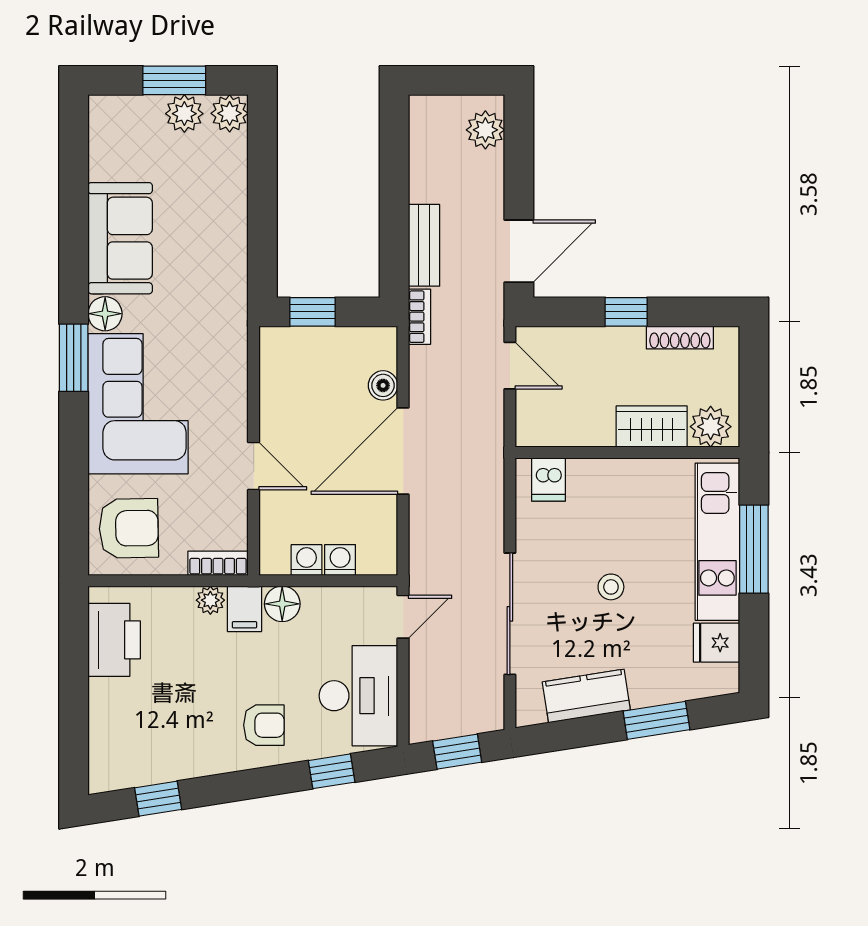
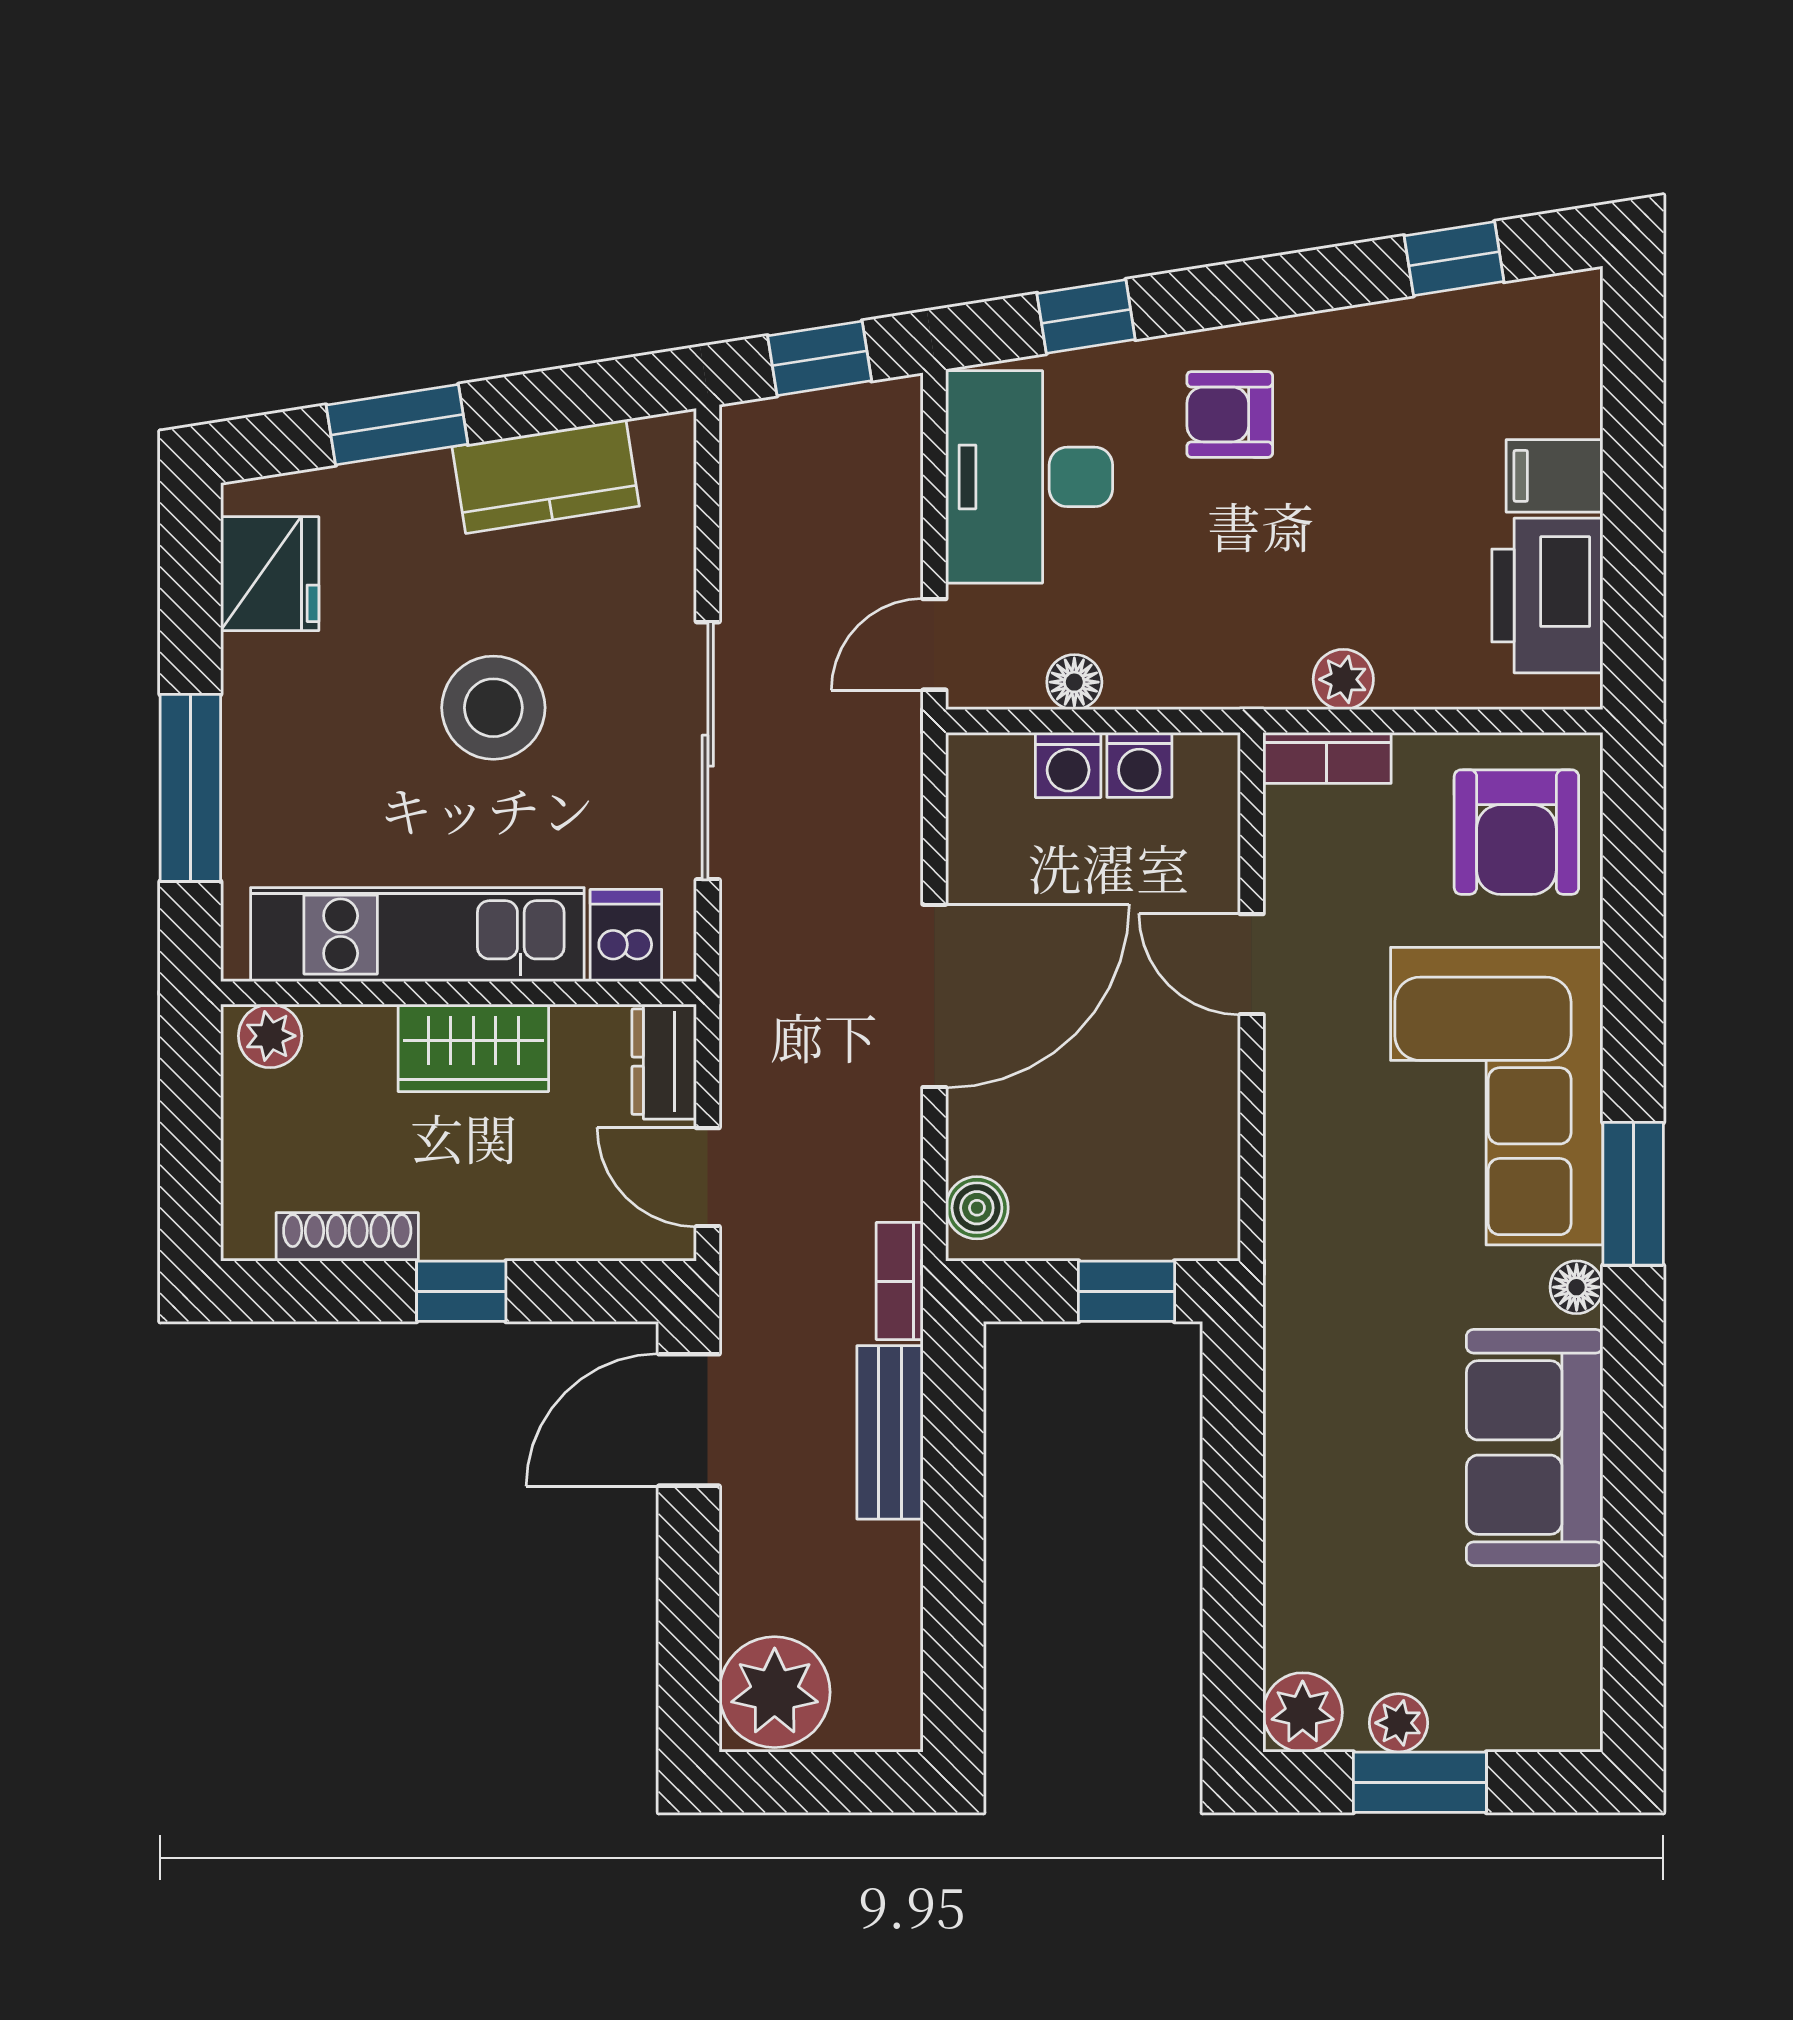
plant: (184, 114) -> (1399, 1723), width x0.73, depth x0.73
plant: (485, 130) -> (775, 1692), width x1.36, depth x1.36
floor lamp: (105, 314) -> (1577, 1287), width x0.73, depth x0.73
boiler: (383, 385) -> (977, 1208), moved
dresser: (530, 420) -> (664, 1062), added
wardrobe: (652, 427) -> (473, 1048), moved
plant: (711, 427) -> (270, 1036), width x0.73, depth x0.73
armchair: (129, 528) -> (1516, 832), turned -89
kitchen unit: (717, 542) -> (417, 935), moved, turned -90
stool: (611, 587) -> (493, 708), width x1.89, depth x1.89
floor lamp: (282, 604) -> (1074, 682), moved, width x0.73, depth x0.73
filing cabinet: (244, 609) -> (1555, 476), moved, turned -90
sliding door: (510, 614) -> (708, 751), moved
fridge: (716, 643) -> (270, 574), width x1.38

